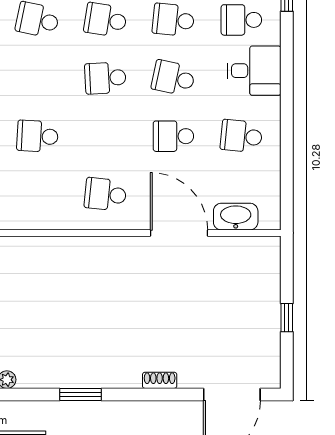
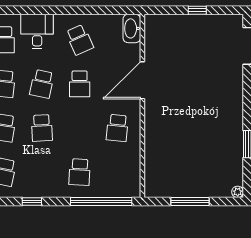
school desk: (241, 136) -> (80, 40), turned -30
washbasin: (236, 217) -> (132, 28), moved
shoe rack: (160, 380) -> (238, 93), removed

